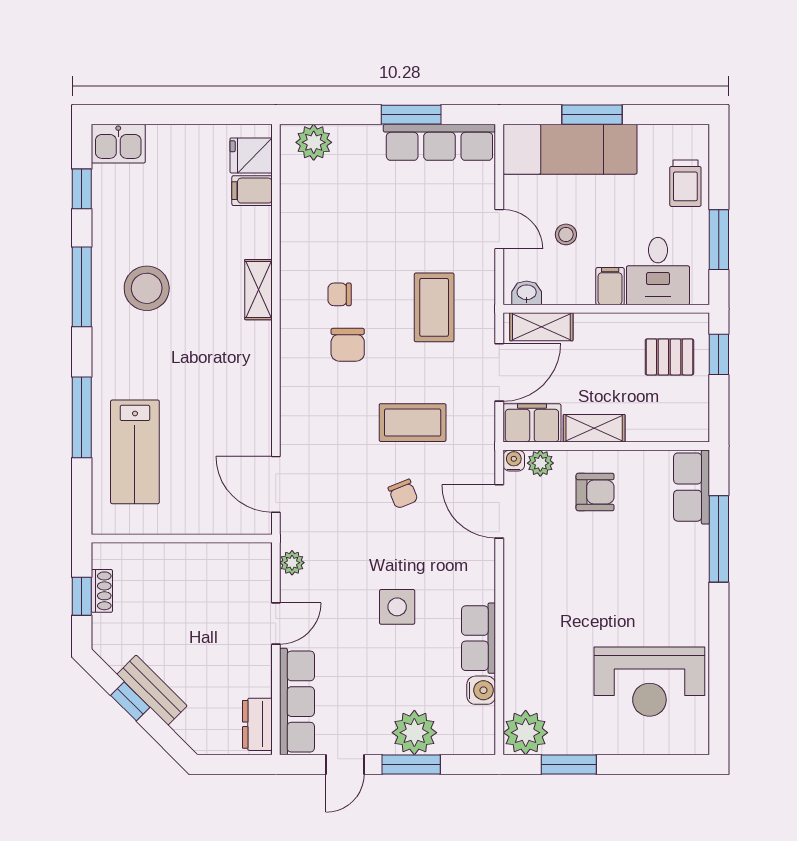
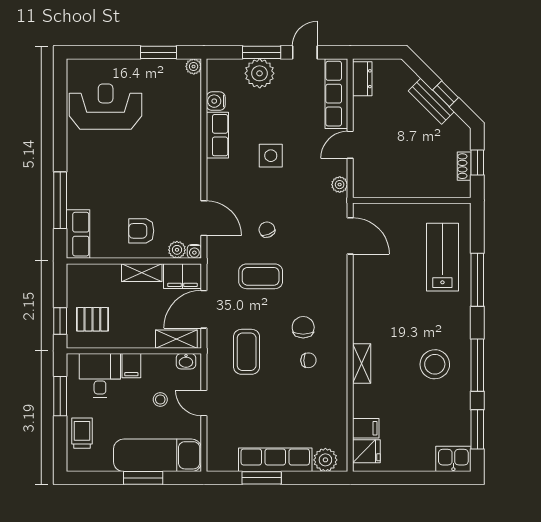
row of seats: (439, 142) -> (275, 460), moved
window: (82, 189) -> (477, 429), width x1.50
plant: (526, 733) -> (194, 66), width x0.53, depth x0.53

